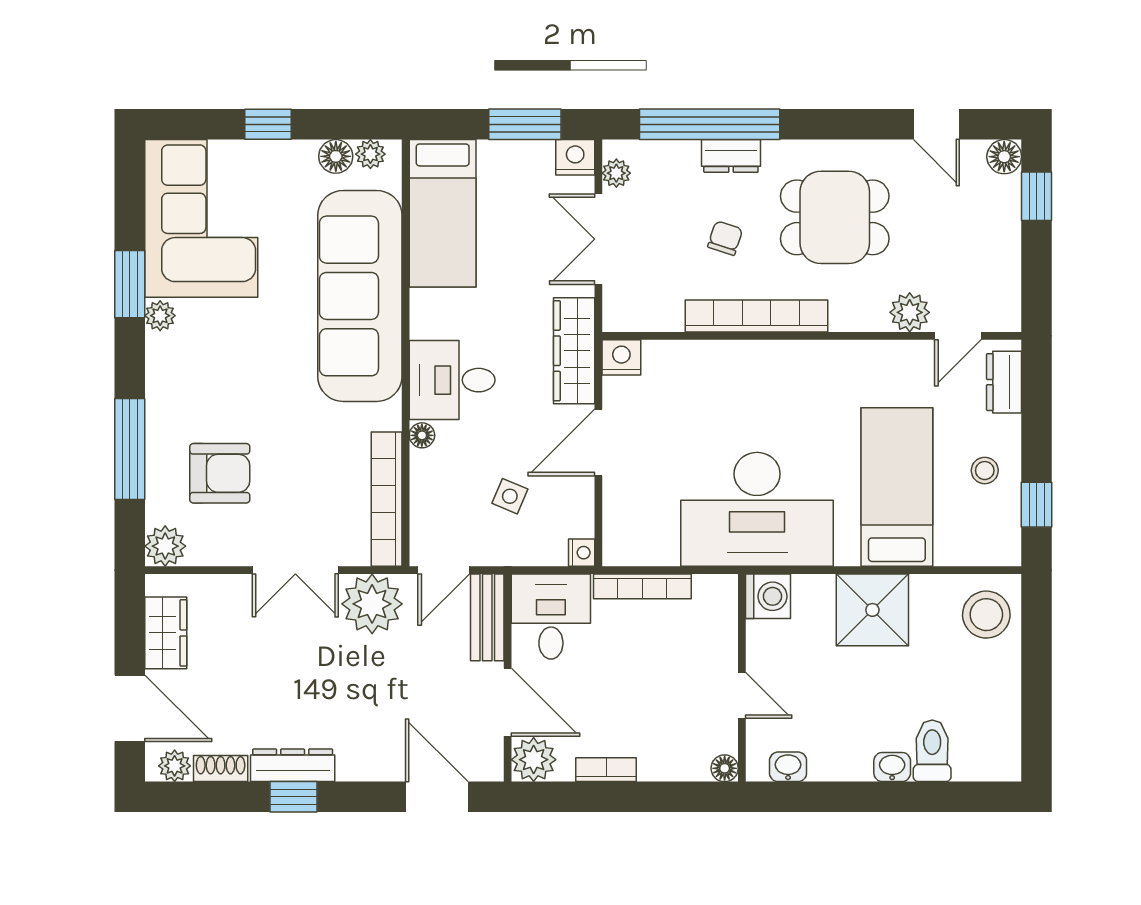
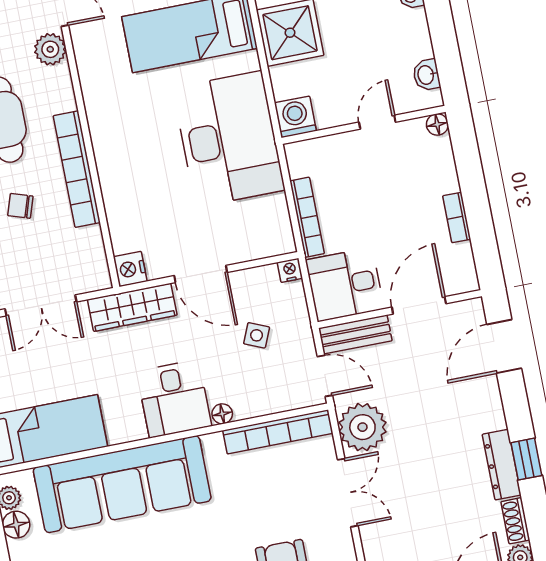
plant: (534, 760) -> (460, 276), removed

